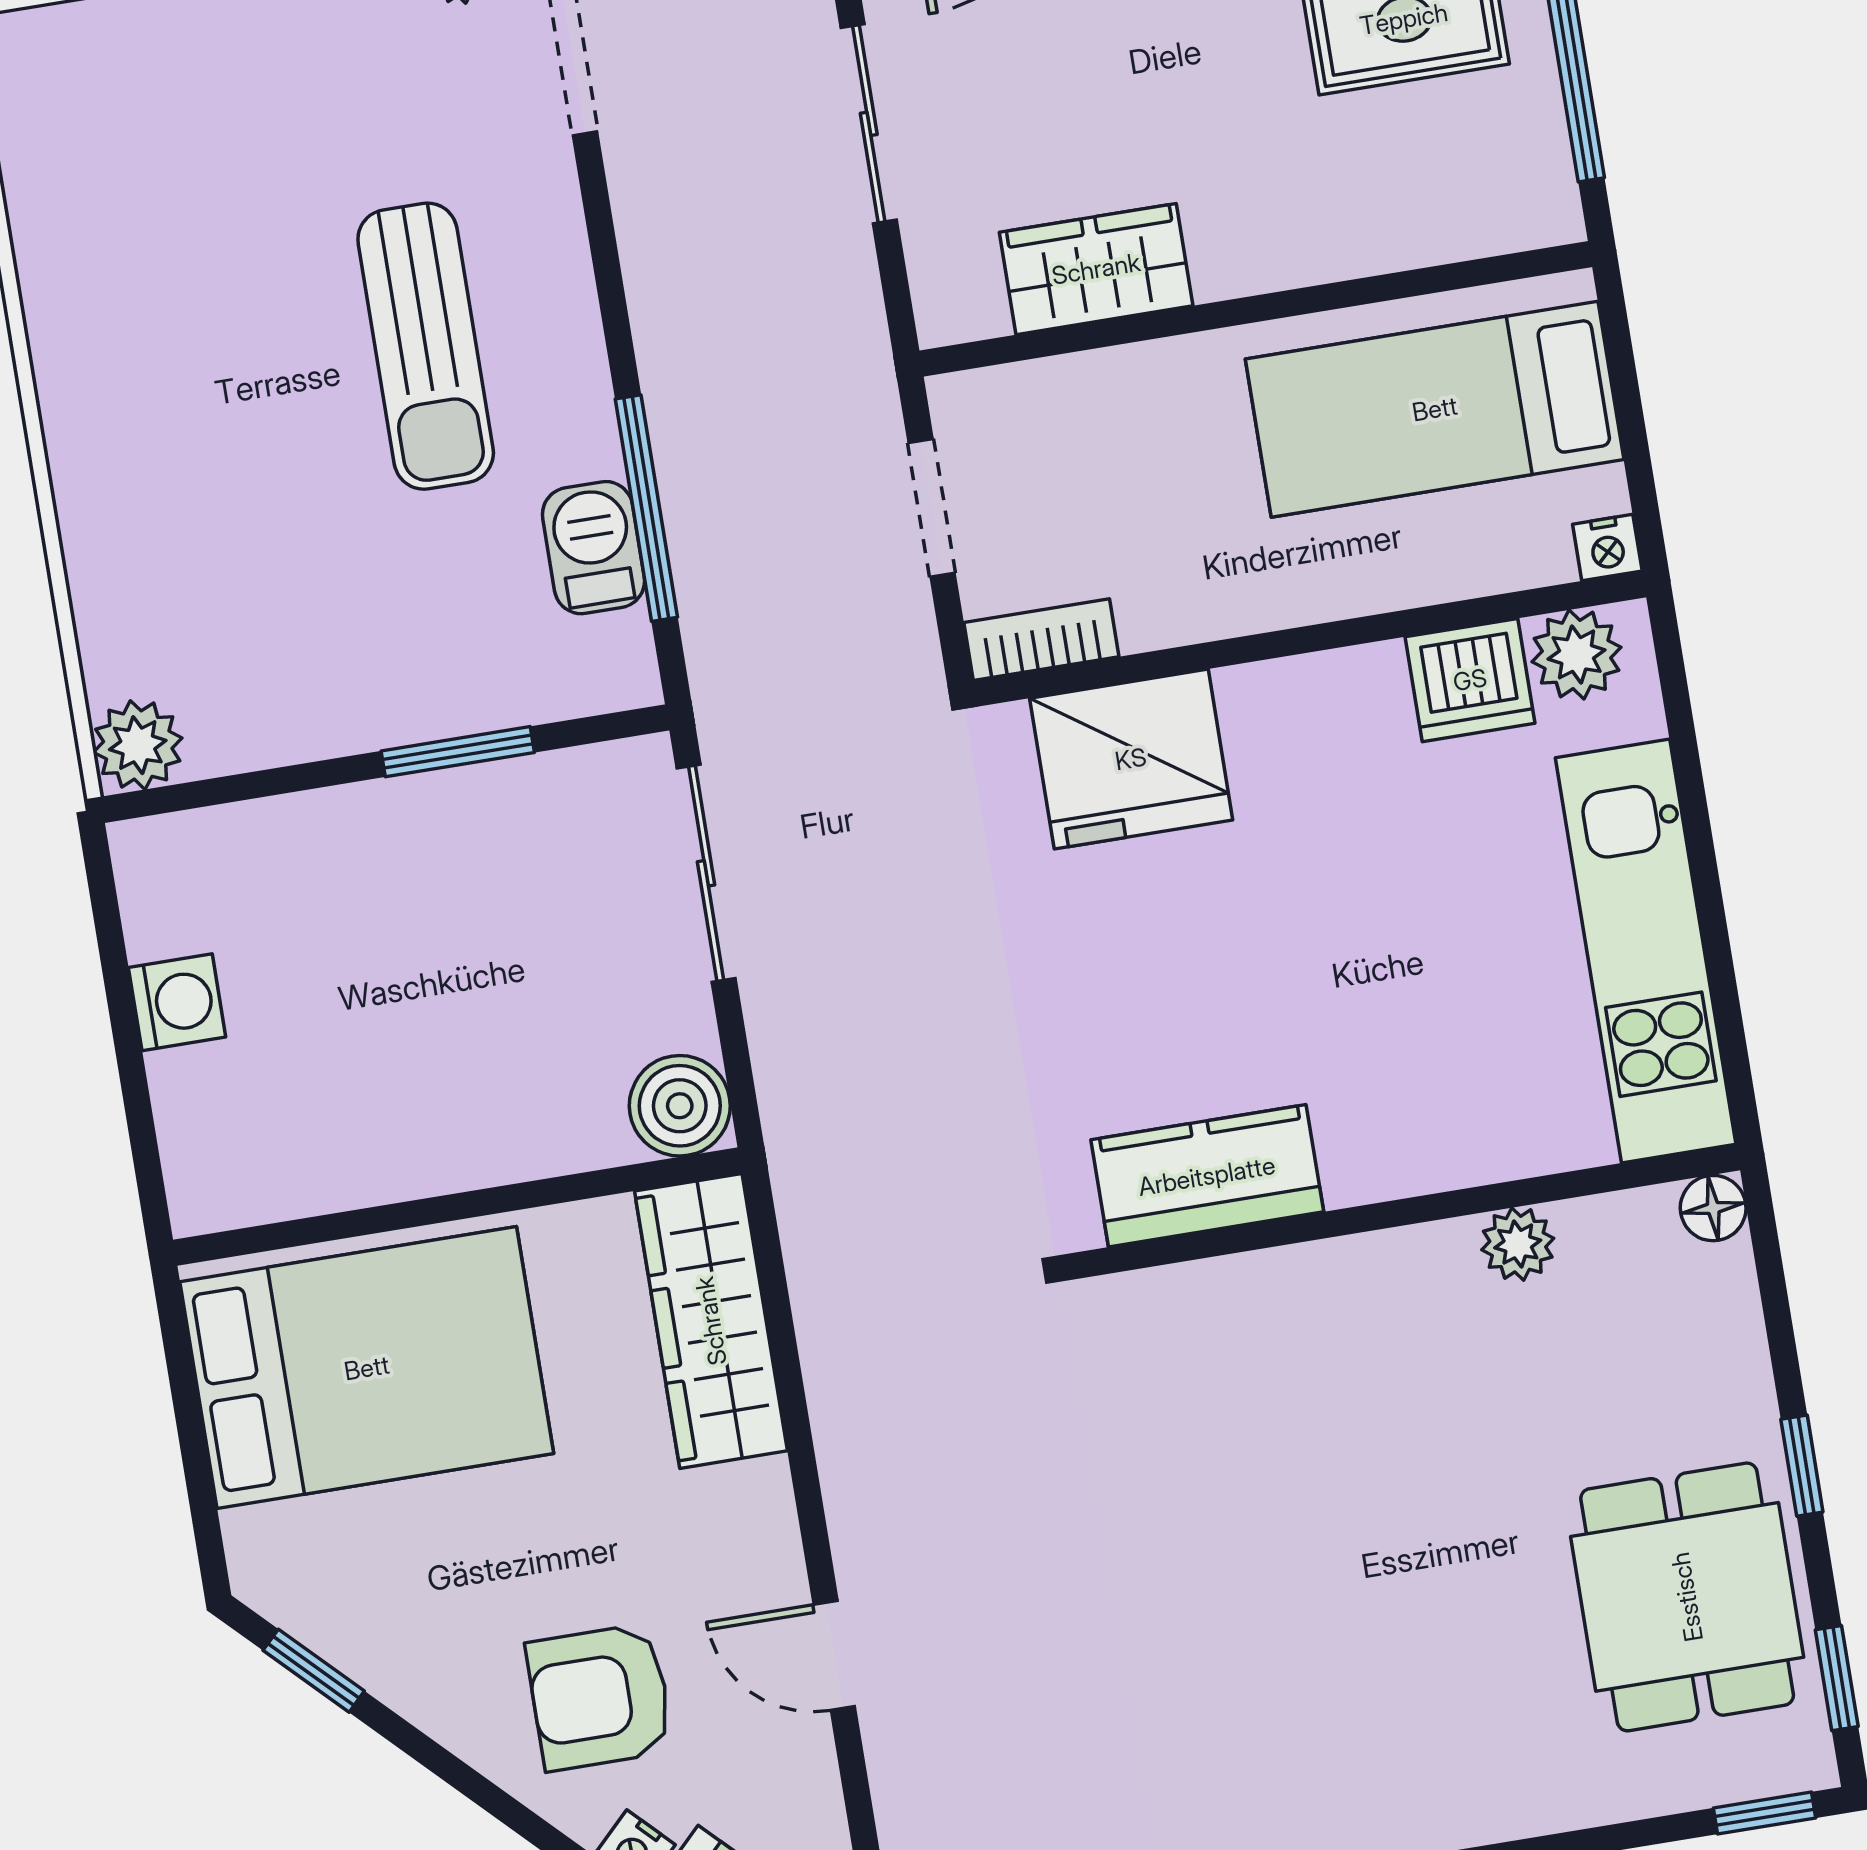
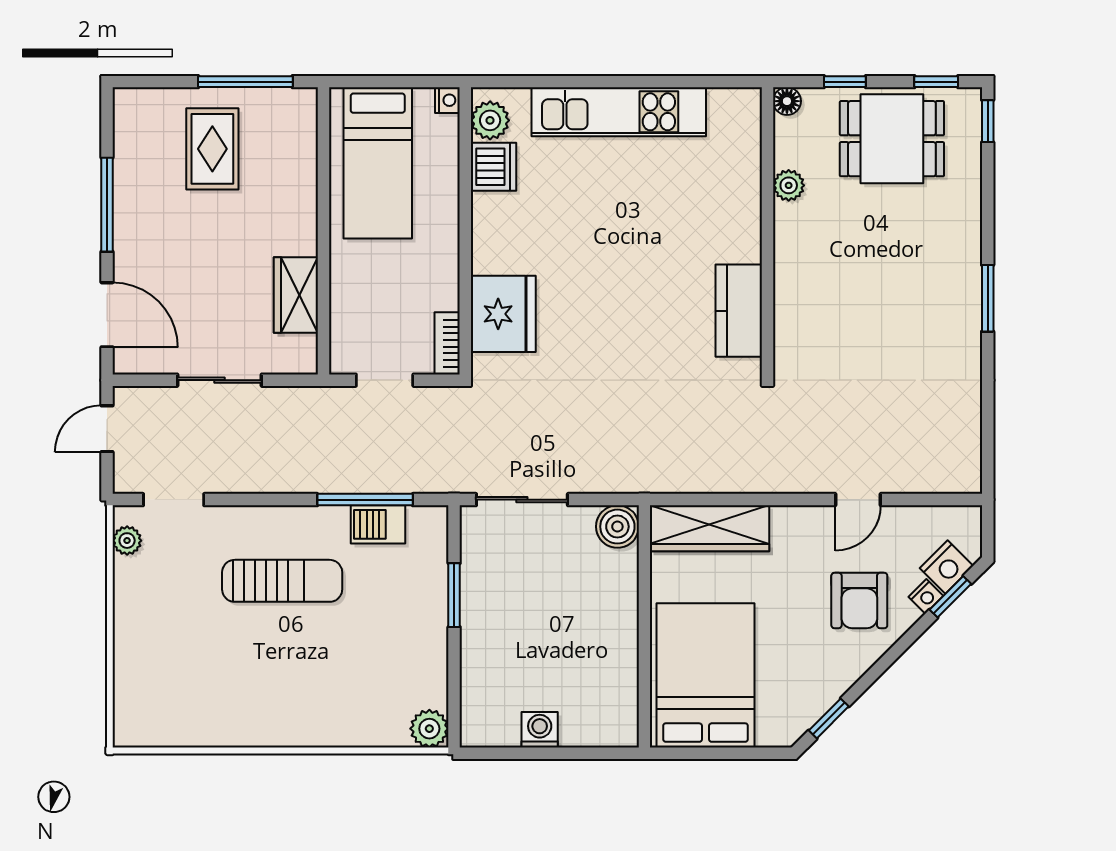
kitchen counter: (1207, 1176) -> (739, 311), moved
floor lamp: (1713, 1208) -> (787, 101), moved
wall: (1404, 1212) -> (767, 231), moved
plant: (1518, 1244) -> (789, 185), moved

